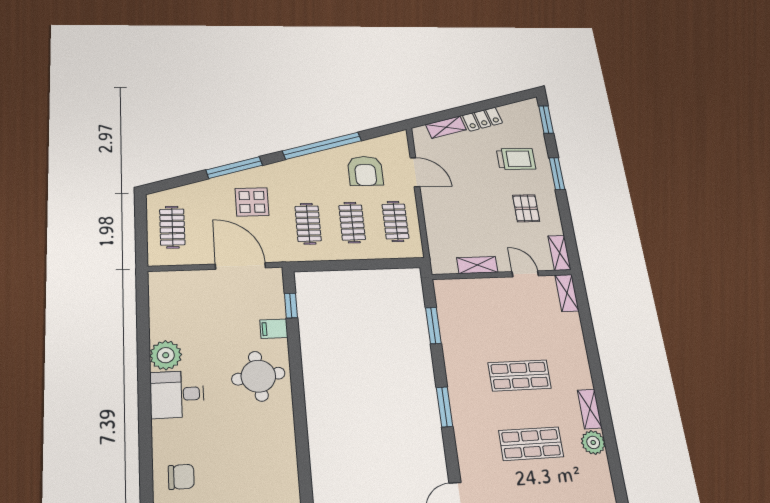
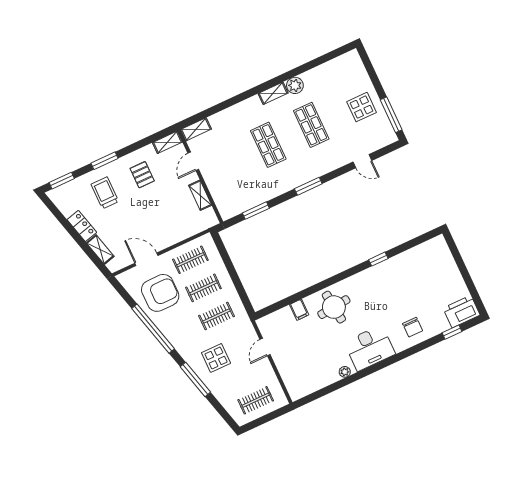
armchair: (365, 171) -> (160, 293), width x1.36, depth x1.36
door: (415, 172) -> (146, 259), hinge flipped
pallet: (526, 208) -> (142, 175), turned 90
door: (240, 266) -> (265, 347), width x0.53
window: (291, 306) -> (378, 259), moved
plant: (166, 355) -> (345, 372), width x0.53, depth x0.53
desk: (177, 394) -> (370, 348), width x1.37
chair: (181, 477) -> (413, 327), turned 180

